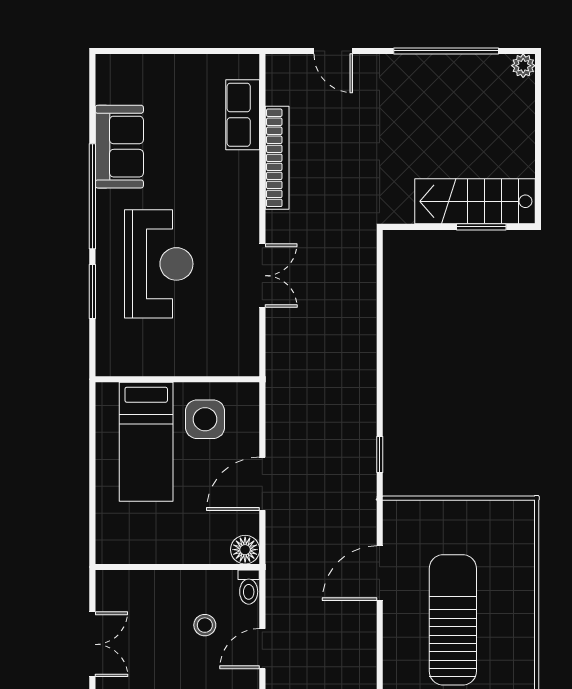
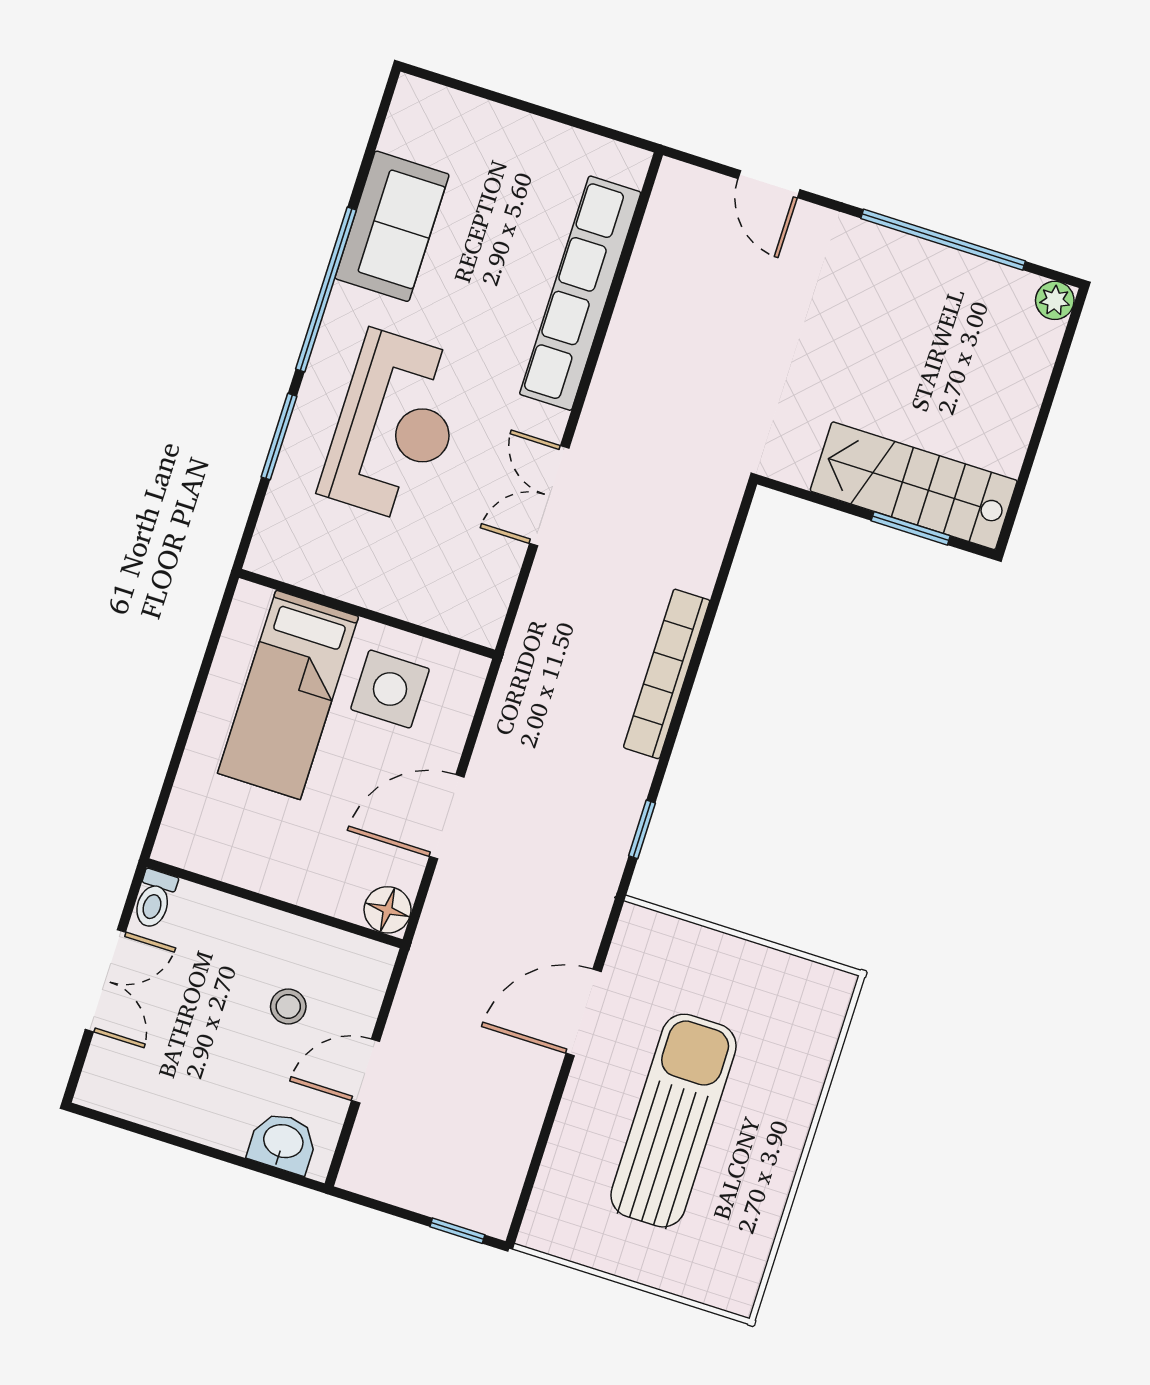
row of seats: (243, 115) -> (580, 293), width x2.02
bookcase: (277, 158) -> (667, 674), moved, turned 180
double door: (262, 276) -> (549, 496), swing flipped
toilet: (249, 587) -> (154, 899), moved

